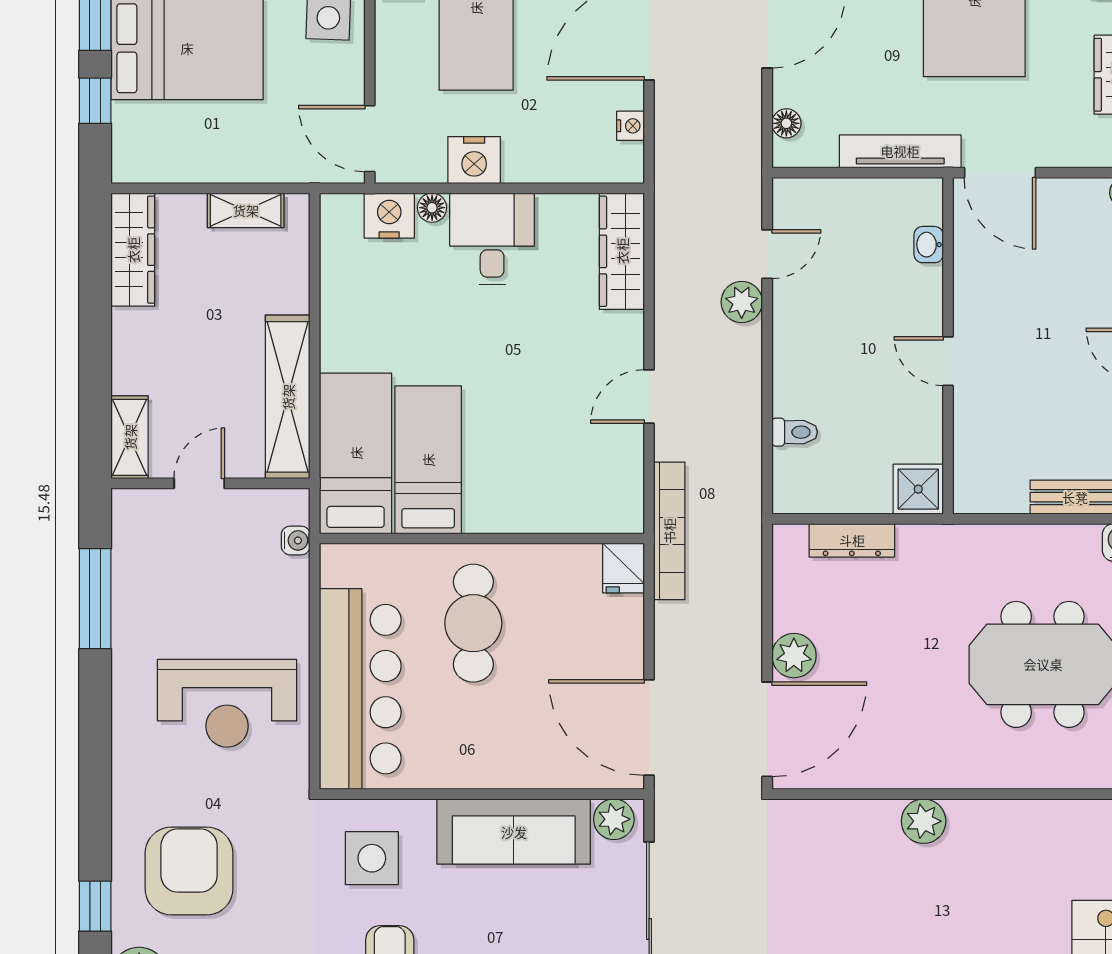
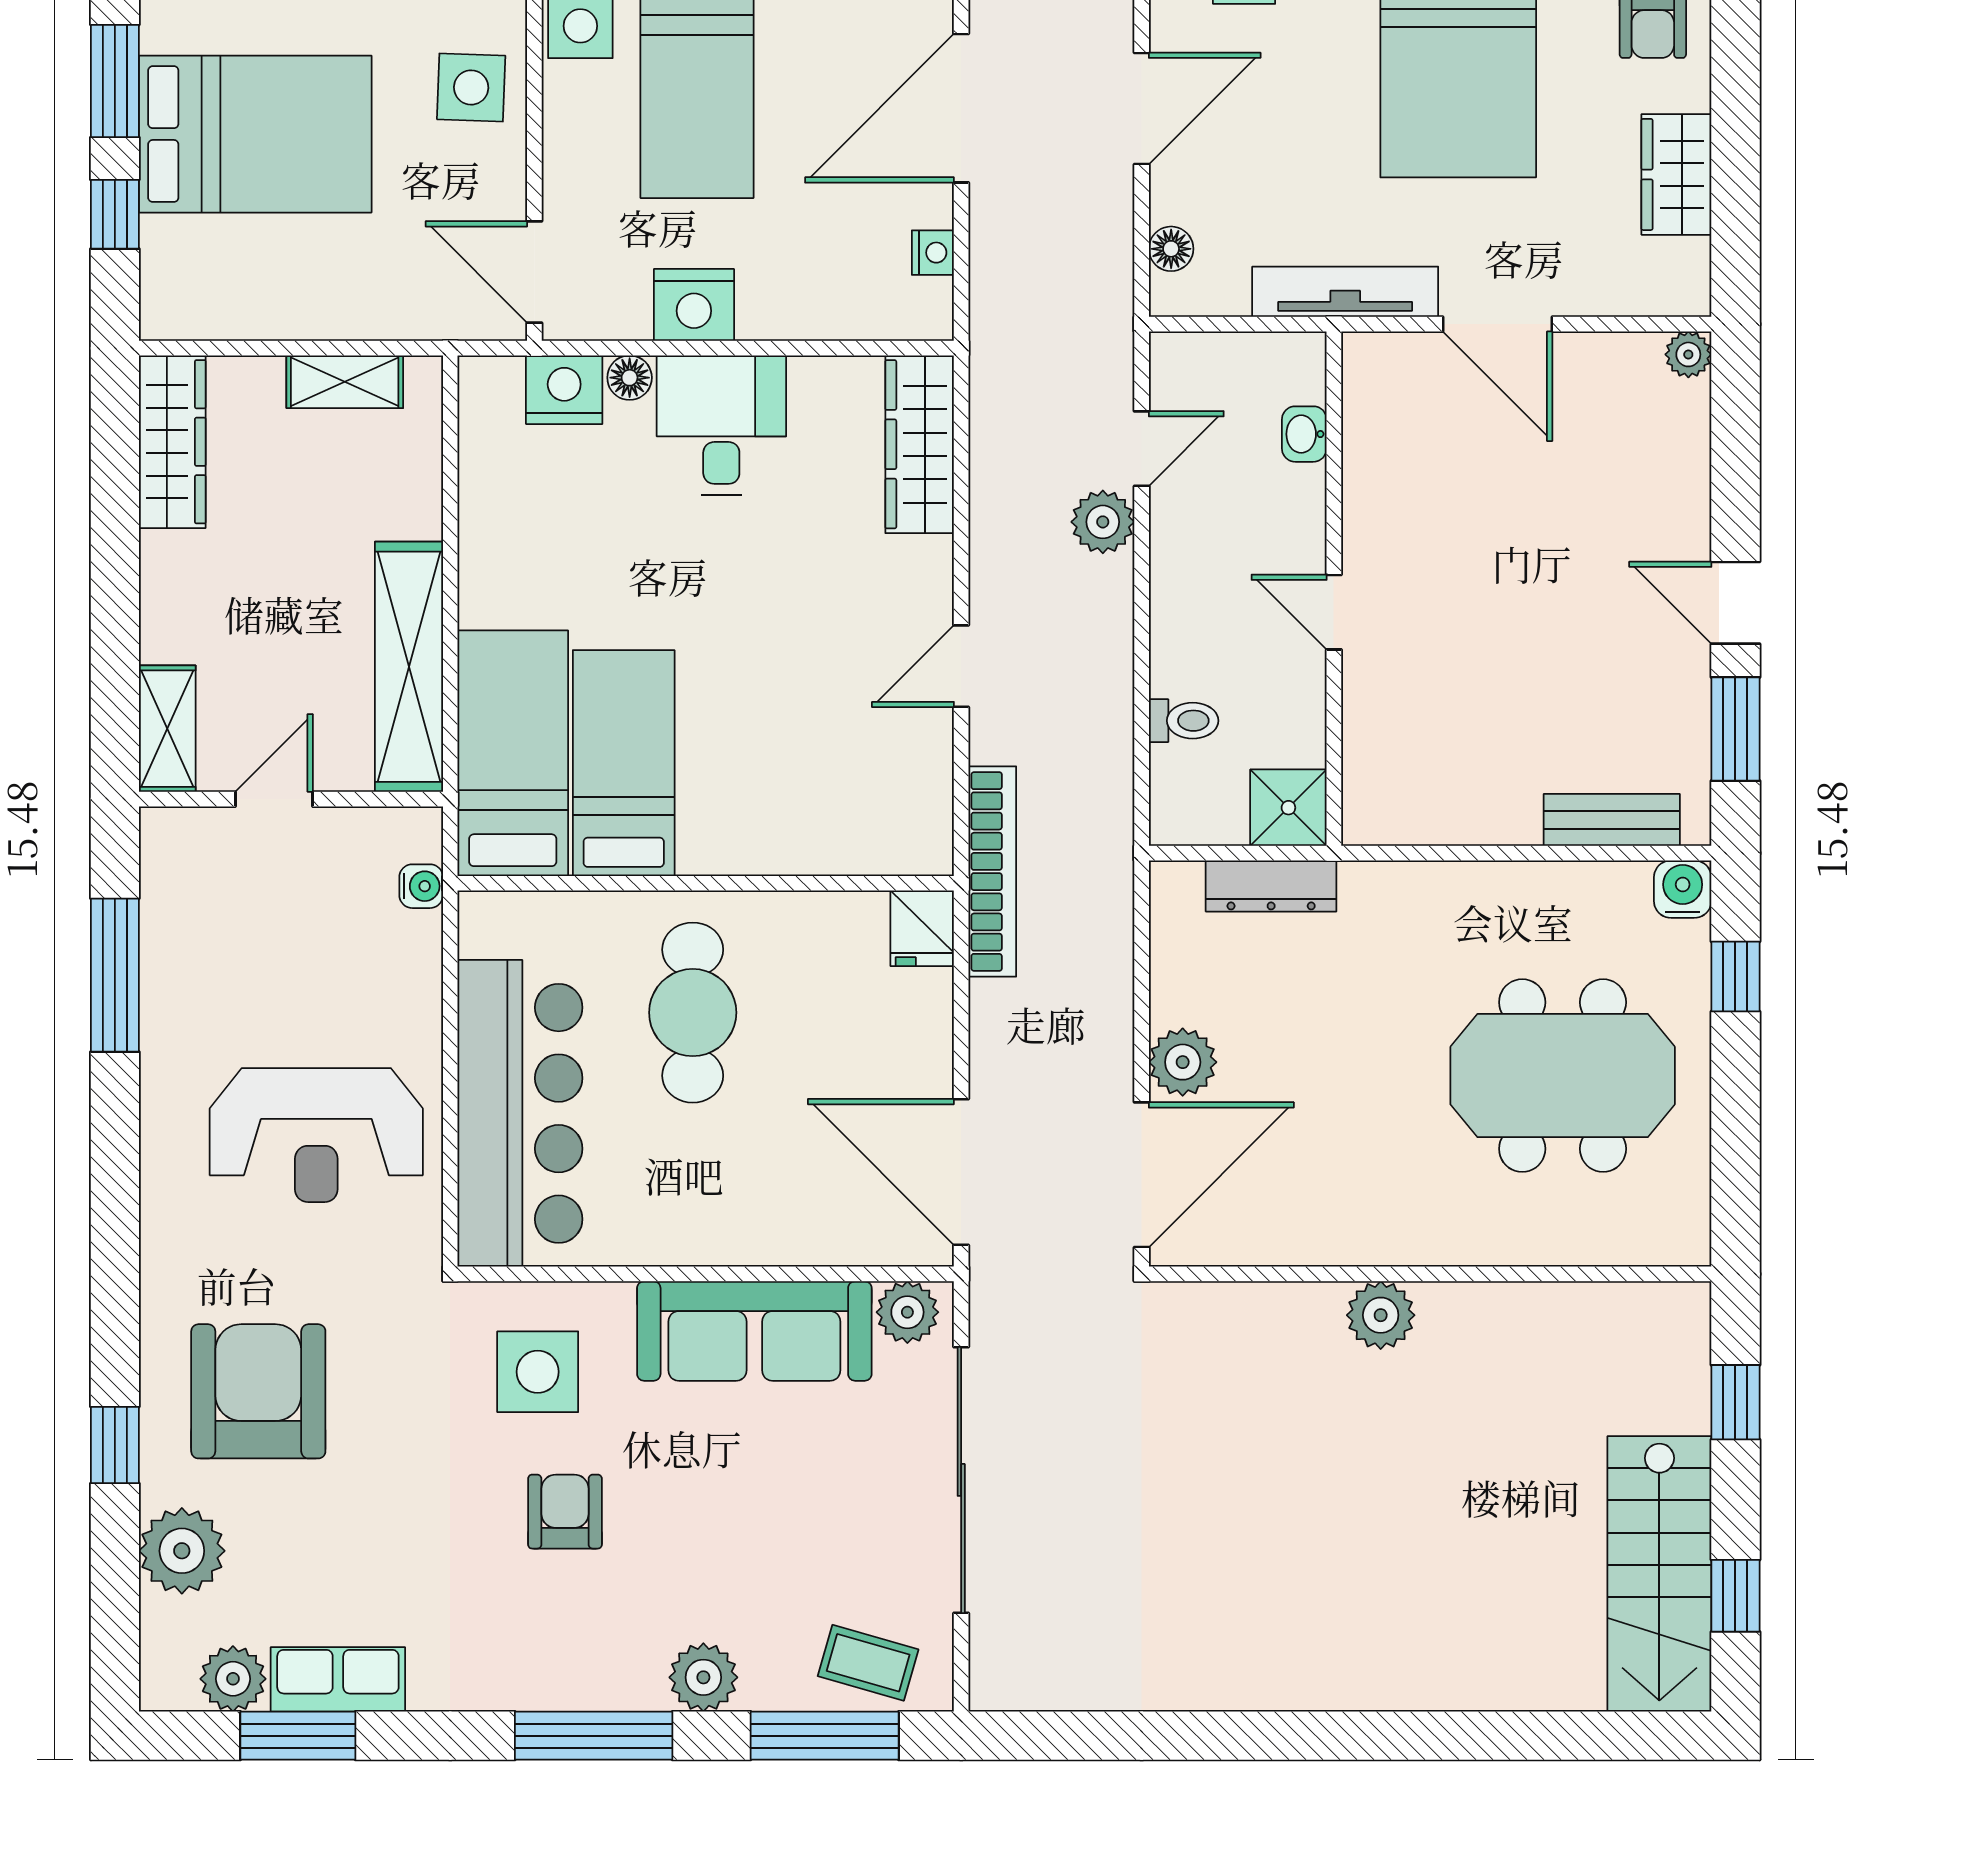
washbasin: (929, 245) -> (1304, 434), moved
wall: (948, 346) -> (1334, 589), moved
door: (948, 361) -> (1334, 612), moved
shower: (918, 489) -> (1288, 808), moved

